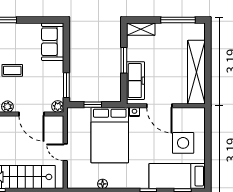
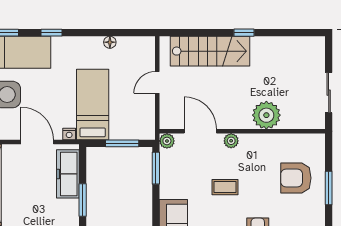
window: (93, 105) -> (122, 143), width x1.50
bed: (110, 135) -> (93, 104), width x0.67
door: (65, 152) -> (157, 82), swing flipped

